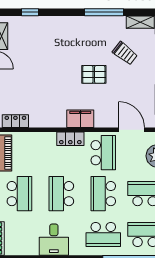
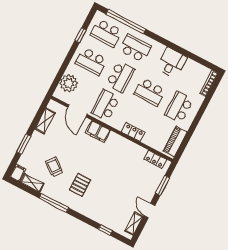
pallet: (94, 74) -> (80, 185), moved, turned 90
filing cabinet: (80, 119) -> (98, 131), moved
locker: (70, 139) -> (133, 132), moved
school desk: (61, 194) -> (150, 92), turned 90

